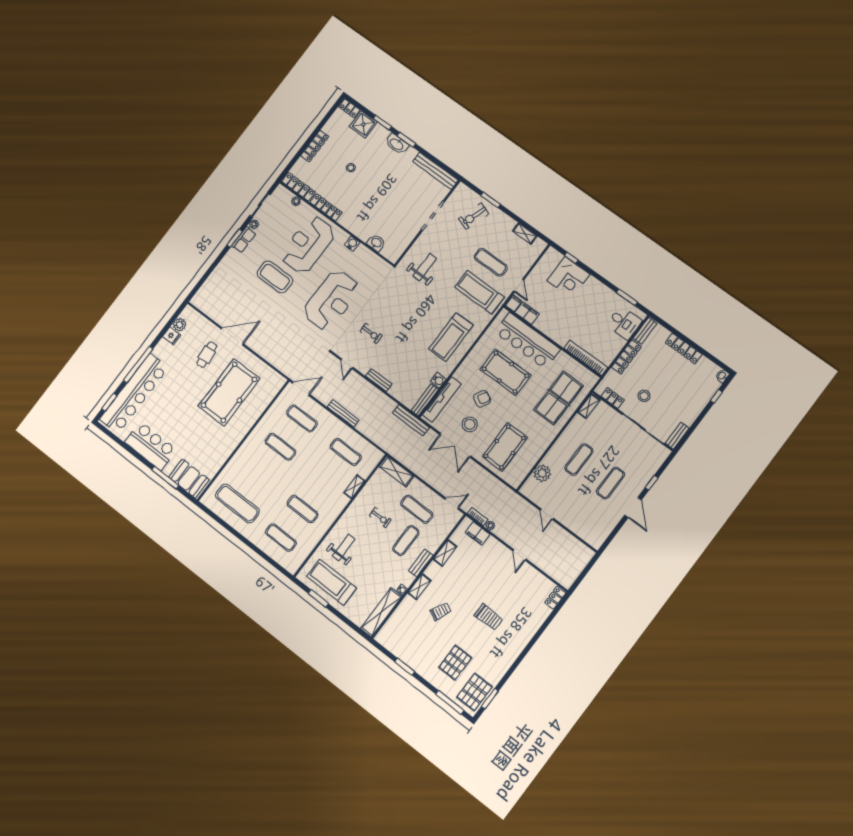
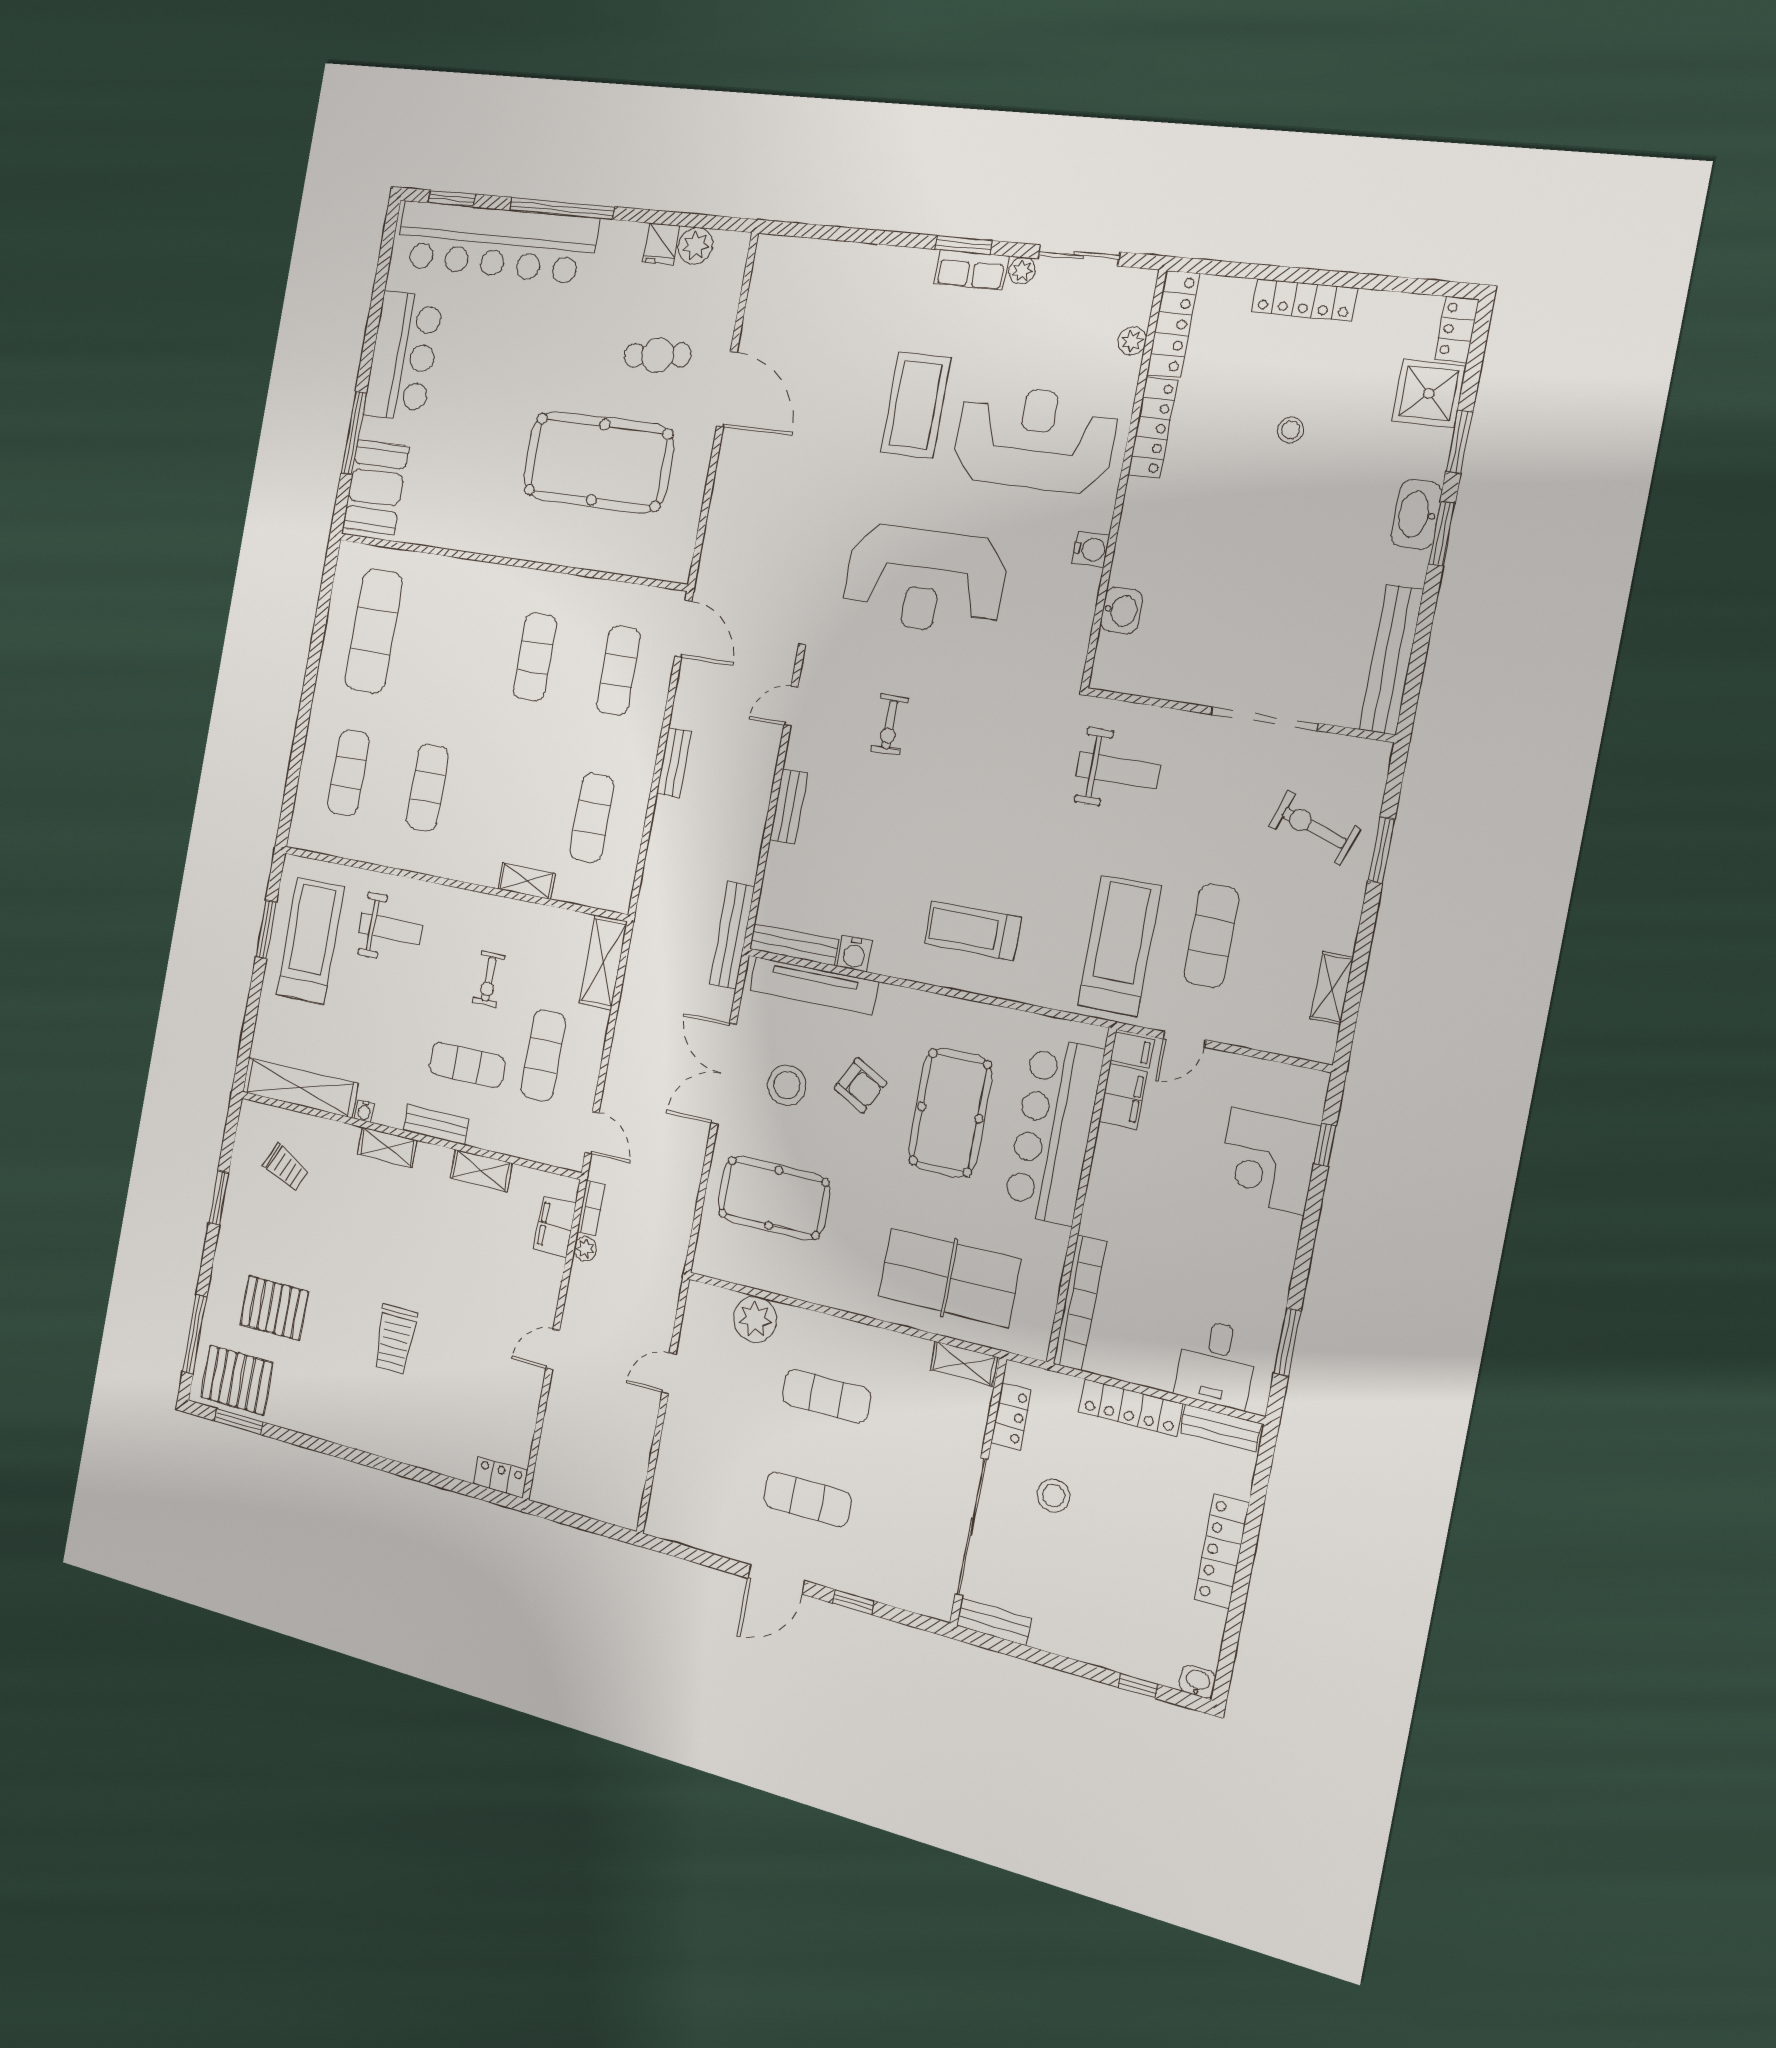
treadmill: (451, 337) -> (972, 931), width x0.73, depth x0.73
bench: (343, 413) -> (674, 763), width x0.73
trolley: (441, 611) -> (286, 1168), moved

